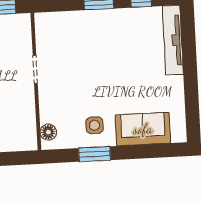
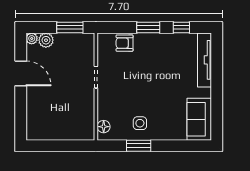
armchair: (69, 24) -> (125, 43), added
sofa: (143, 129) -> (199, 119), moved, turned -90

